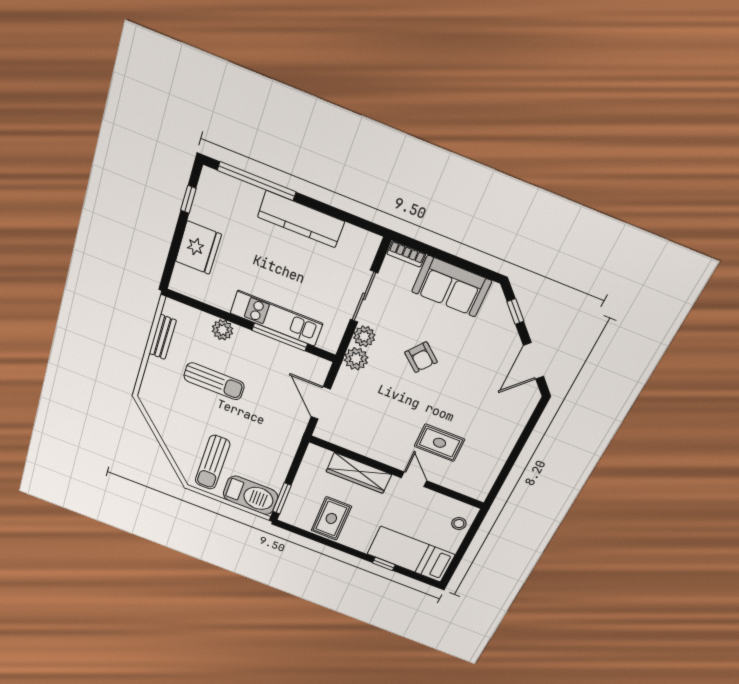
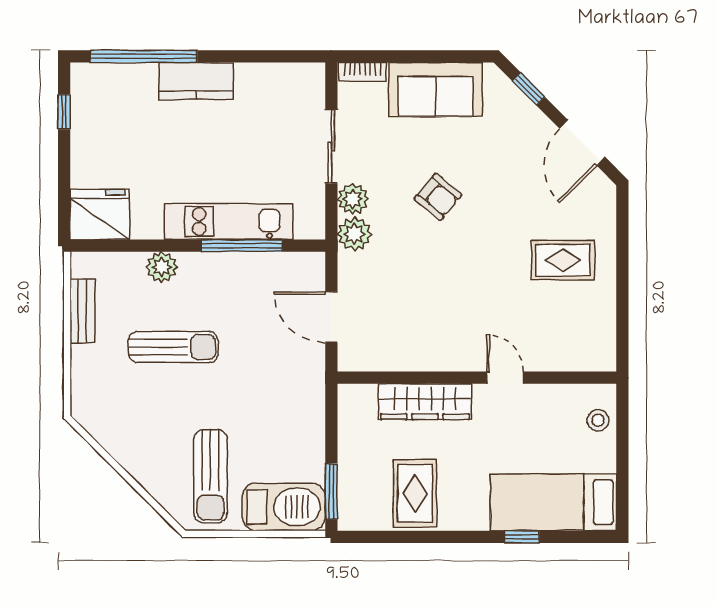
kitchen counter: (301, 219) -> (196, 81), width x0.67
fridge: (198, 248) -> (100, 214), moved, turned -90
rug: (439, 443) -> (563, 260), moved

